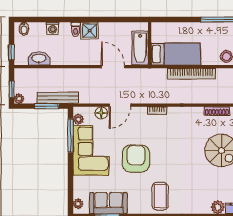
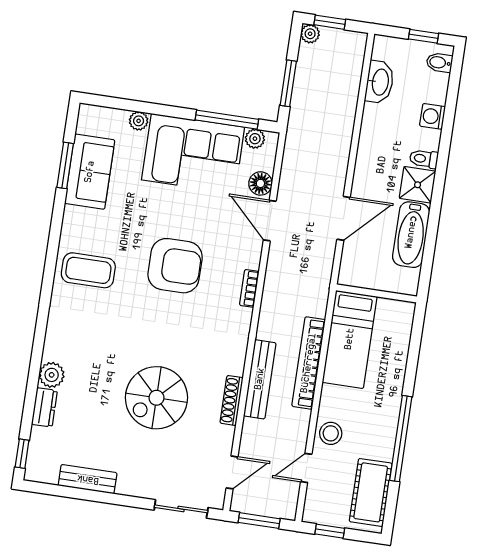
bathtub: (140, 48) -> (411, 235), moved, turned -90
window: (11, 52) -> (423, 36), moved
bench: (58, 98) -> (260, 379), moved
armchair: (136, 159) -> (175, 266), moved
plant: (78, 204) -> (139, 121), moved

